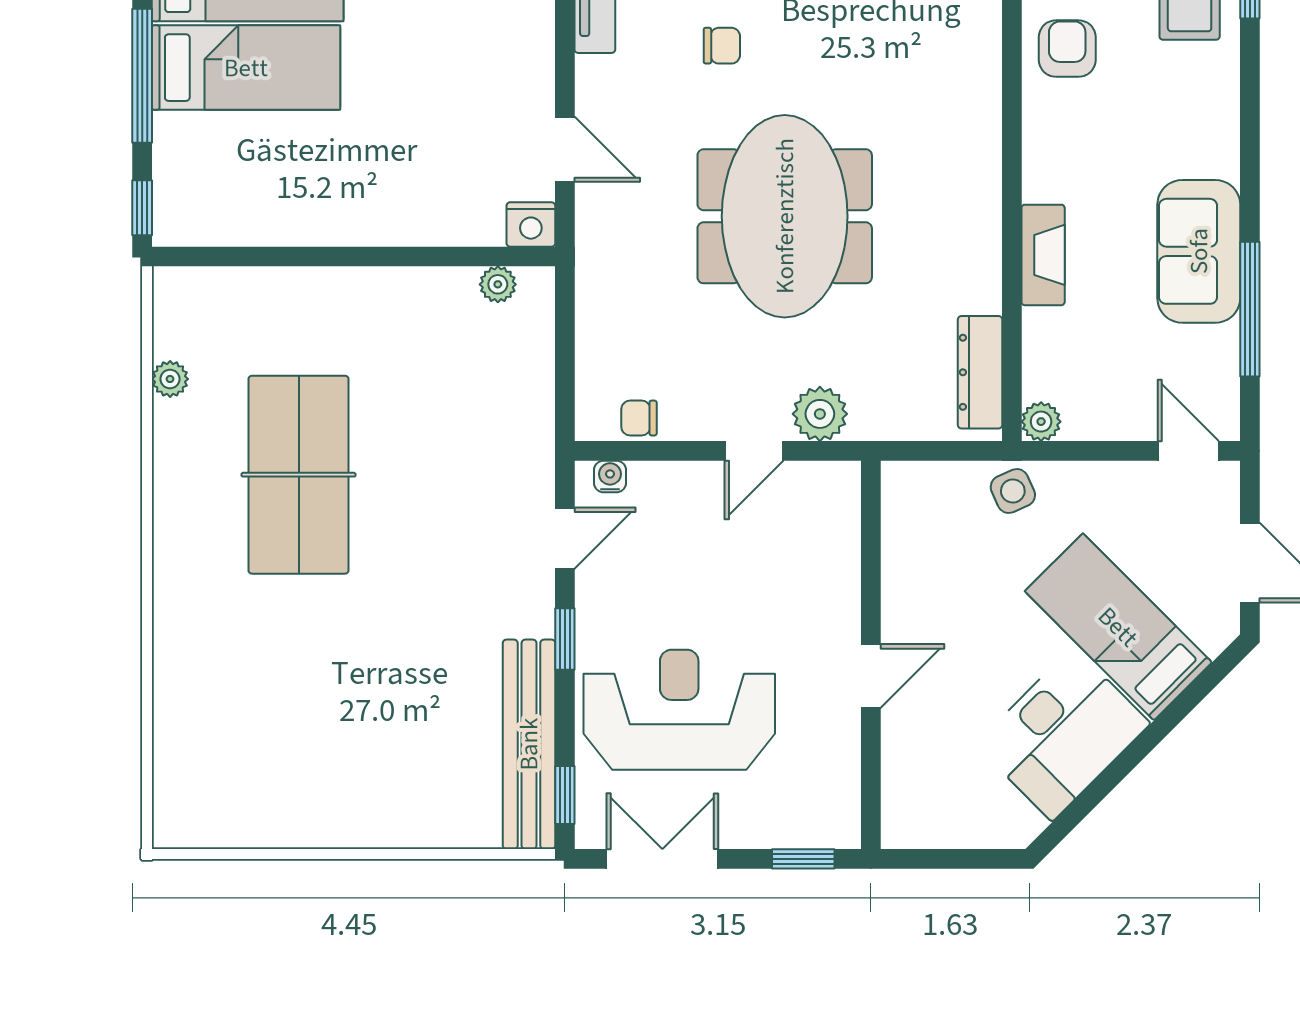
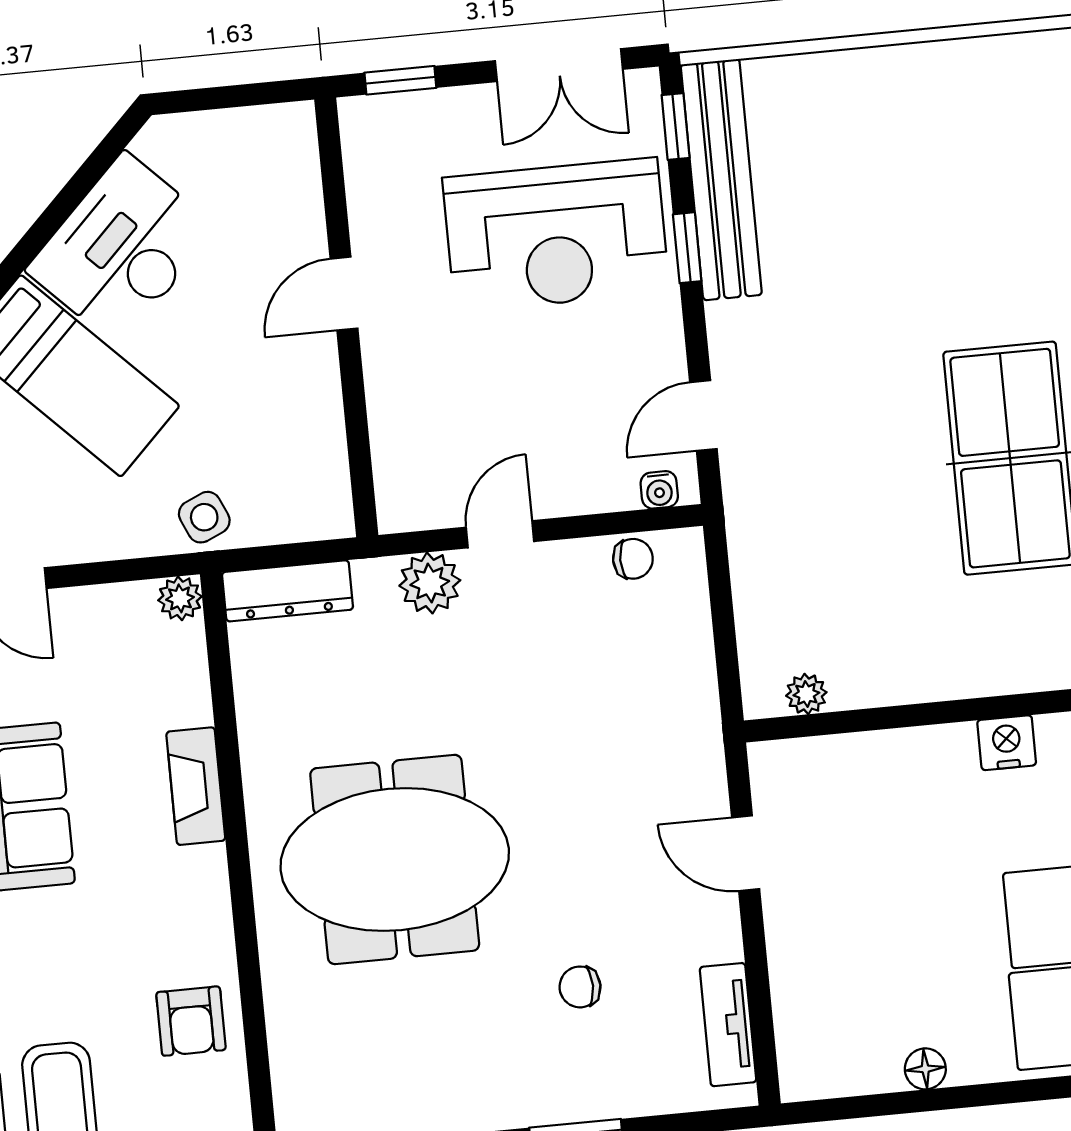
meeting table: (785, 216) -> (395, 859), moved, turned 90
nightstand: (531, 224) -> (1007, 743), moved
dresser: (980, 372) -> (288, 591), moved, turned 90
window: (565, 639) -> (687, 248), moved

